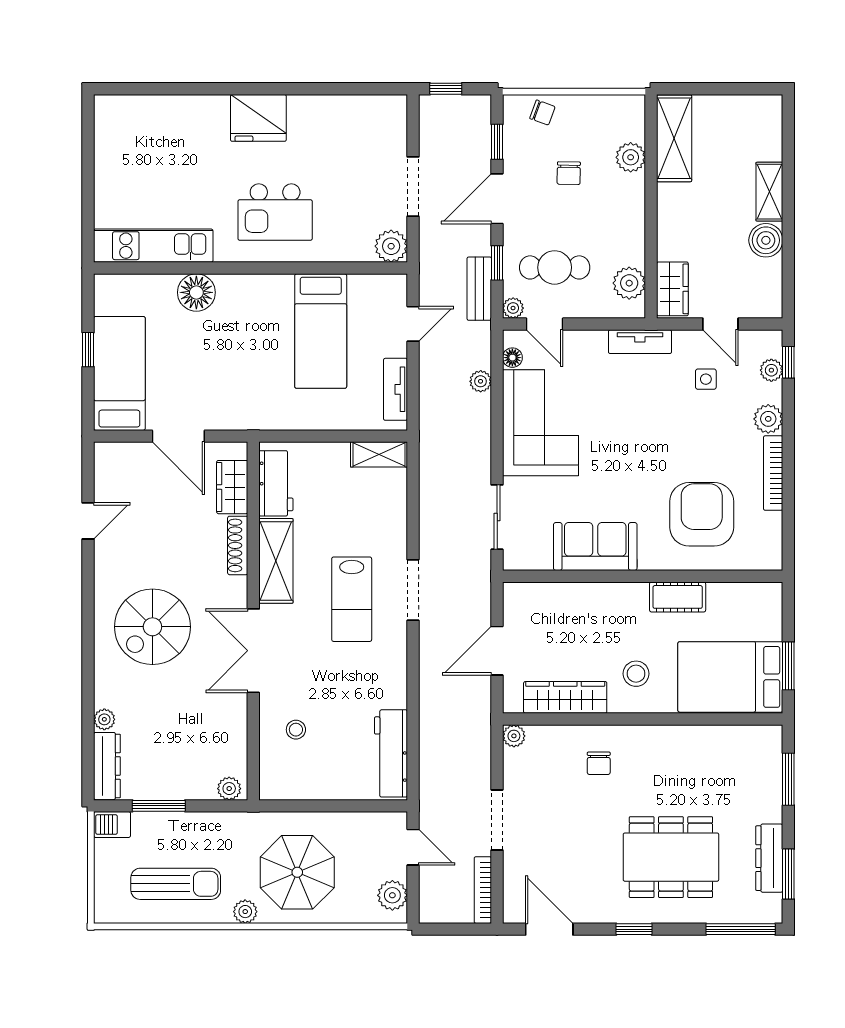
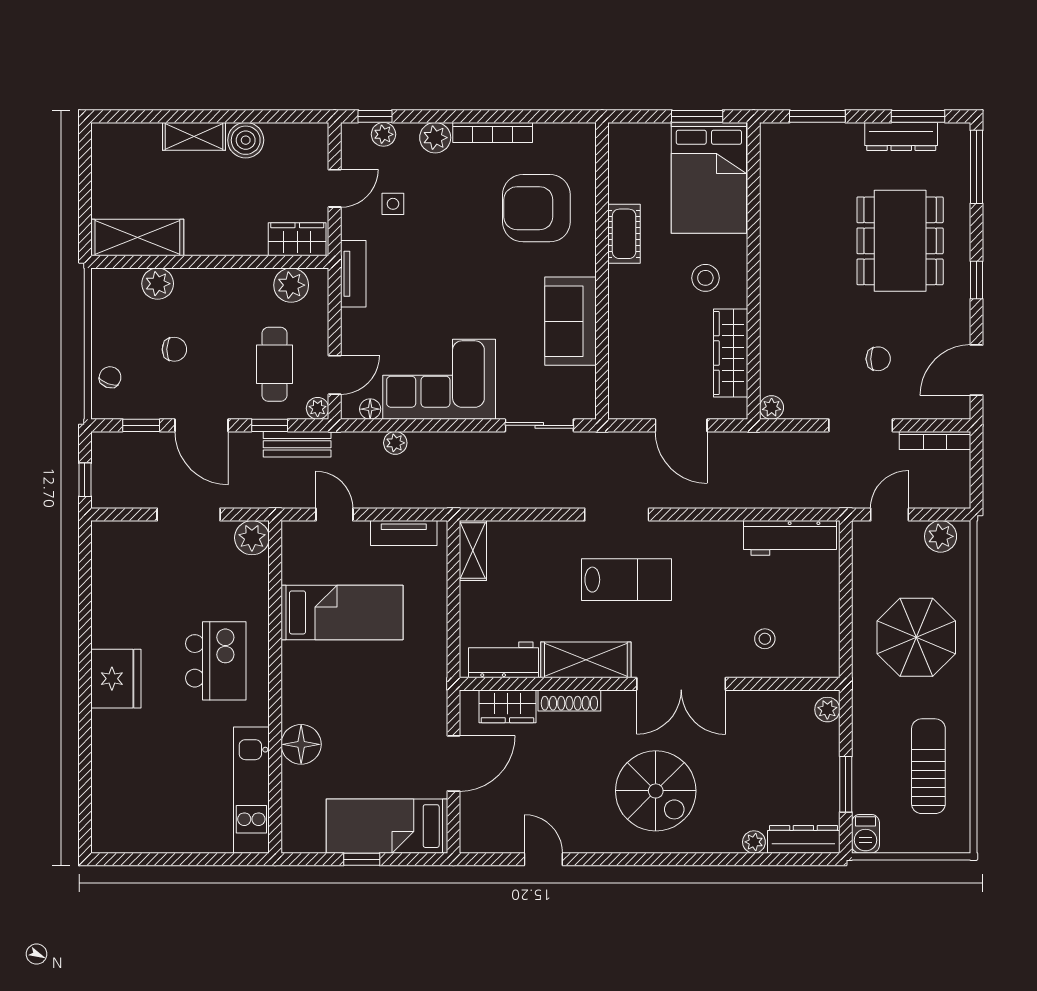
chair: (599, 763) -> (878, 359), moved
plant: (245, 912) -> (958, 693), removed

